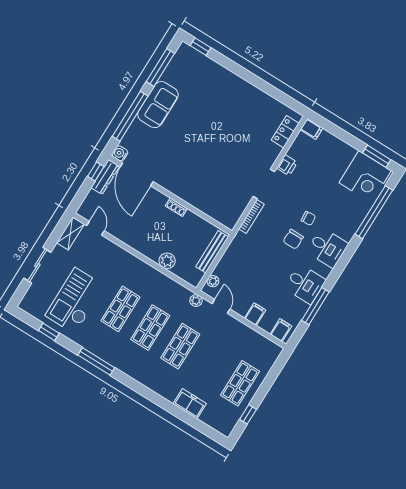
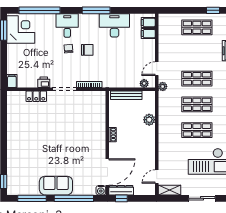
locker: (285, 132) -> (36, 96), moved
desk: (327, 248) -> (67, 26), moved
desk: (305, 284) -> (114, 25), width x1.37
window: (315, 306) -> (96, 10), moved
filing cabinet: (255, 314) -> (148, 34), moved

